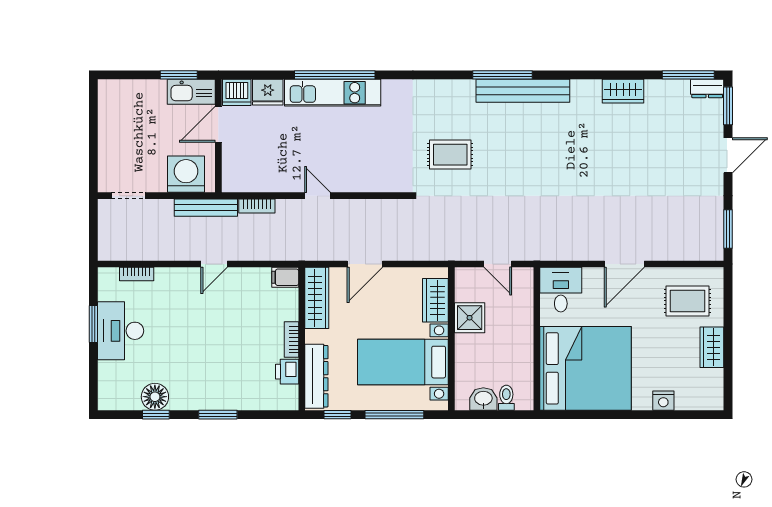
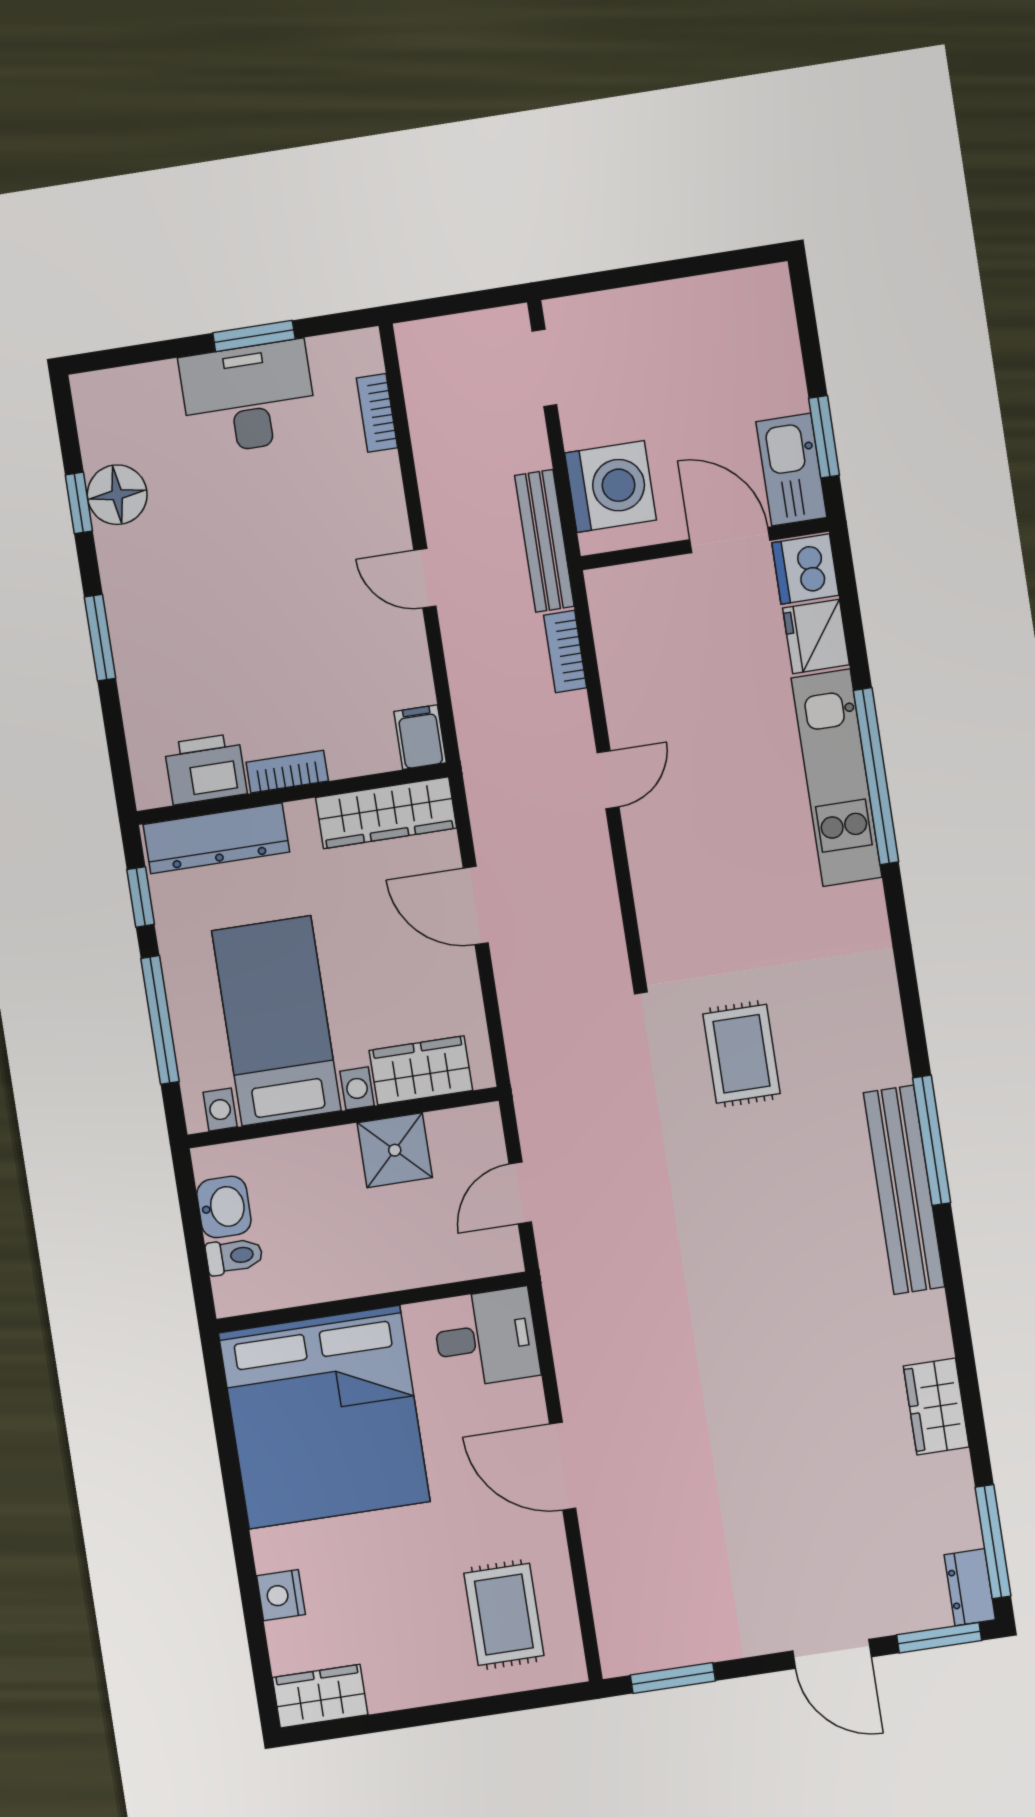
wardrobe: (712, 347) -> (320, 1696), moved
printer: (287, 372) -> (206, 769), width x1.36, depth x1.24

